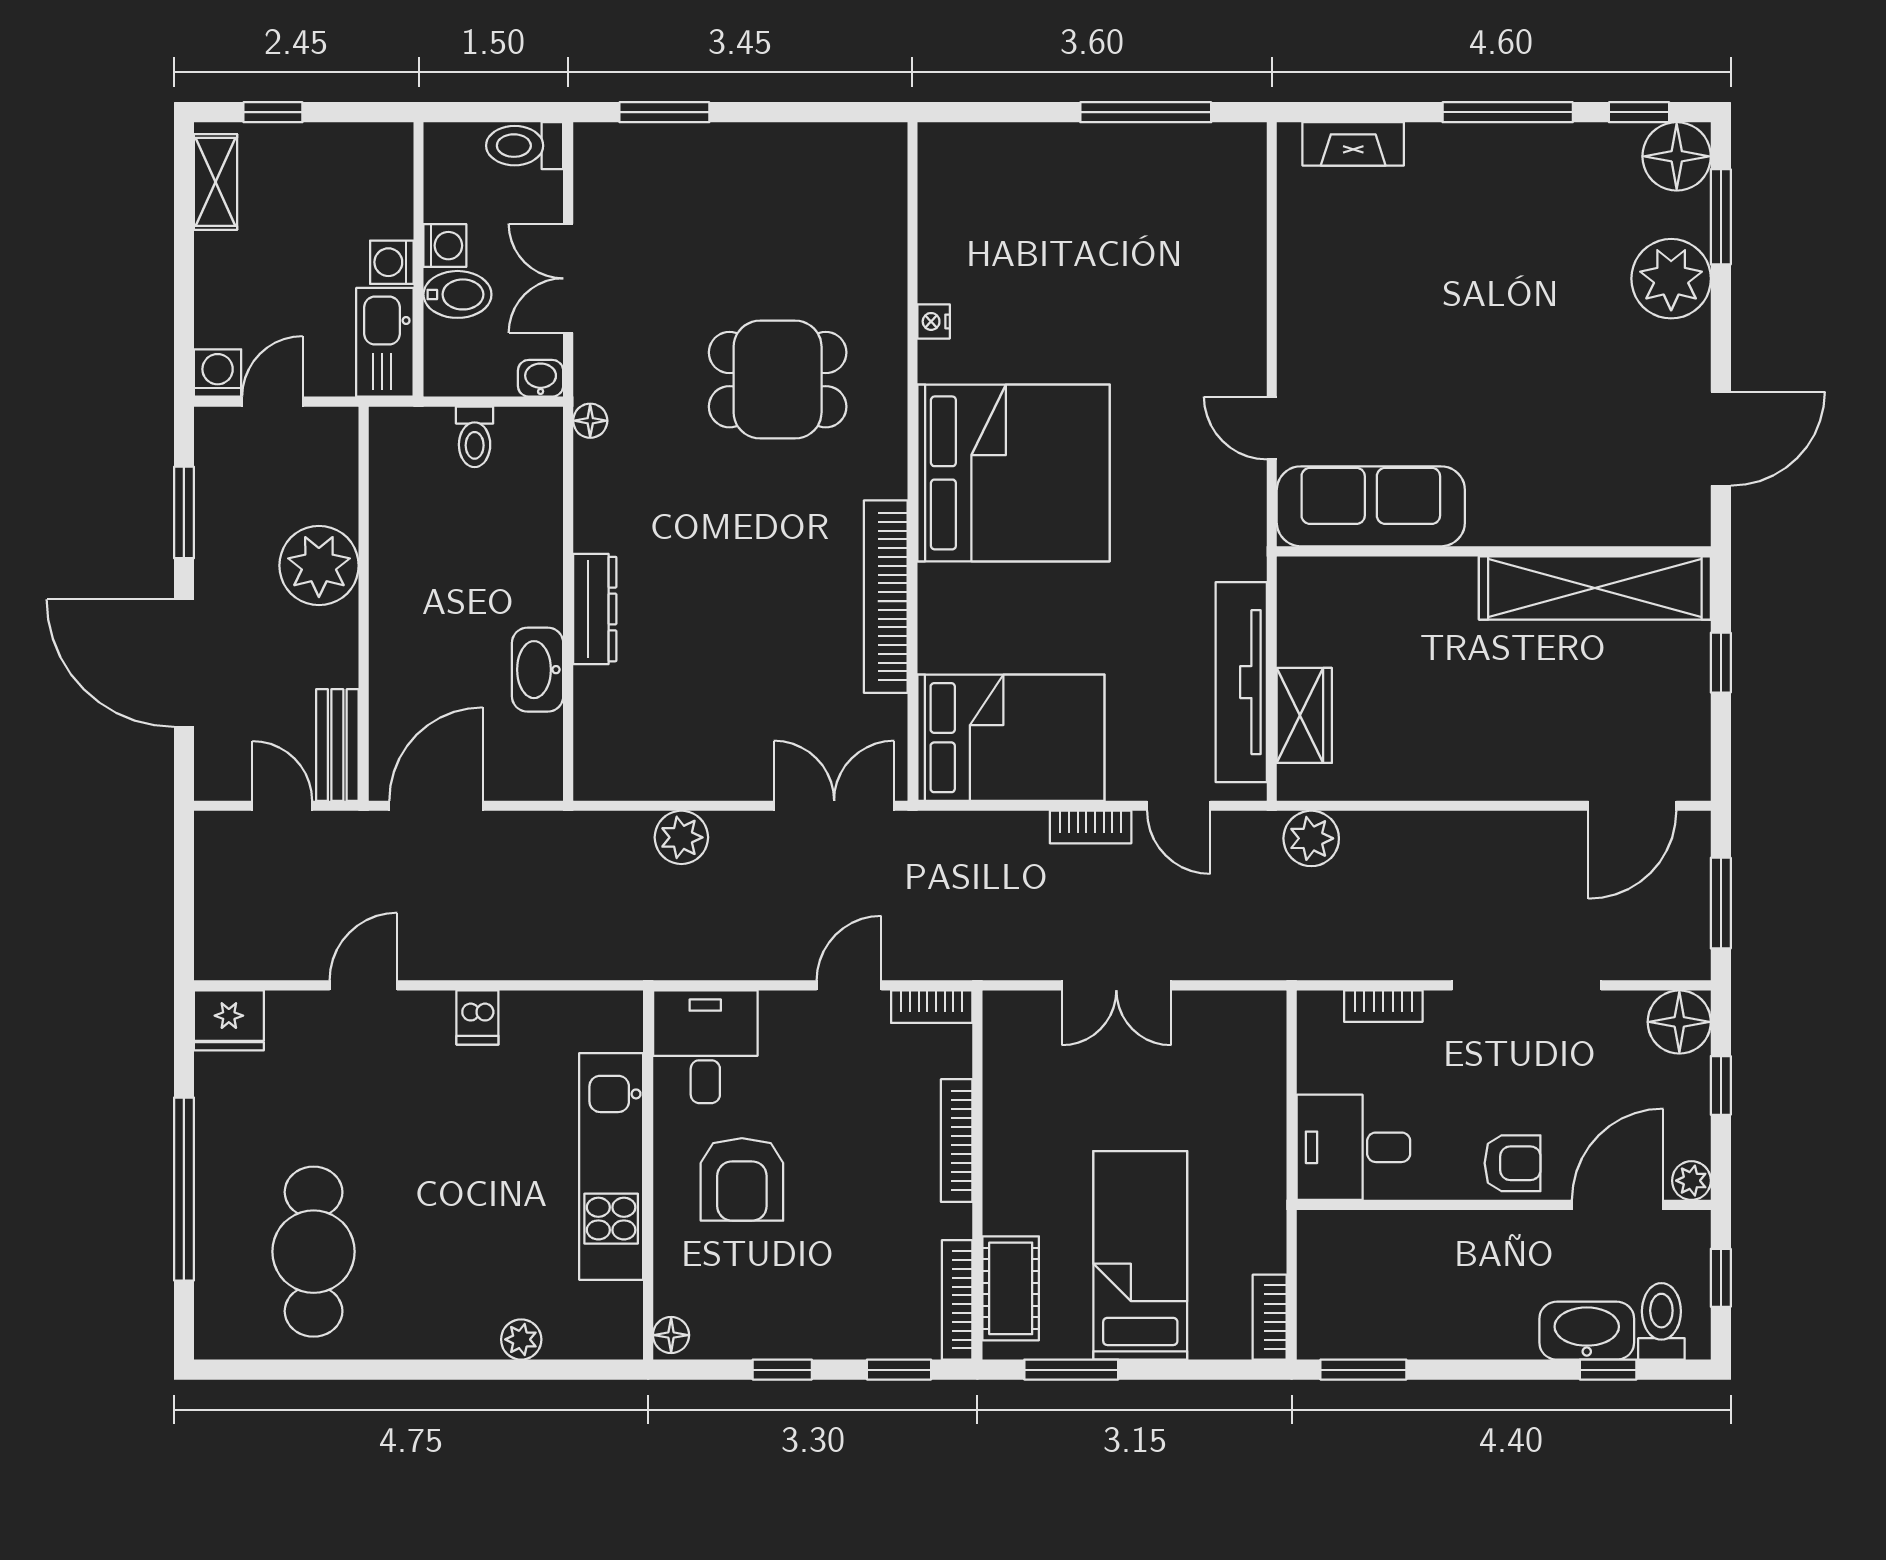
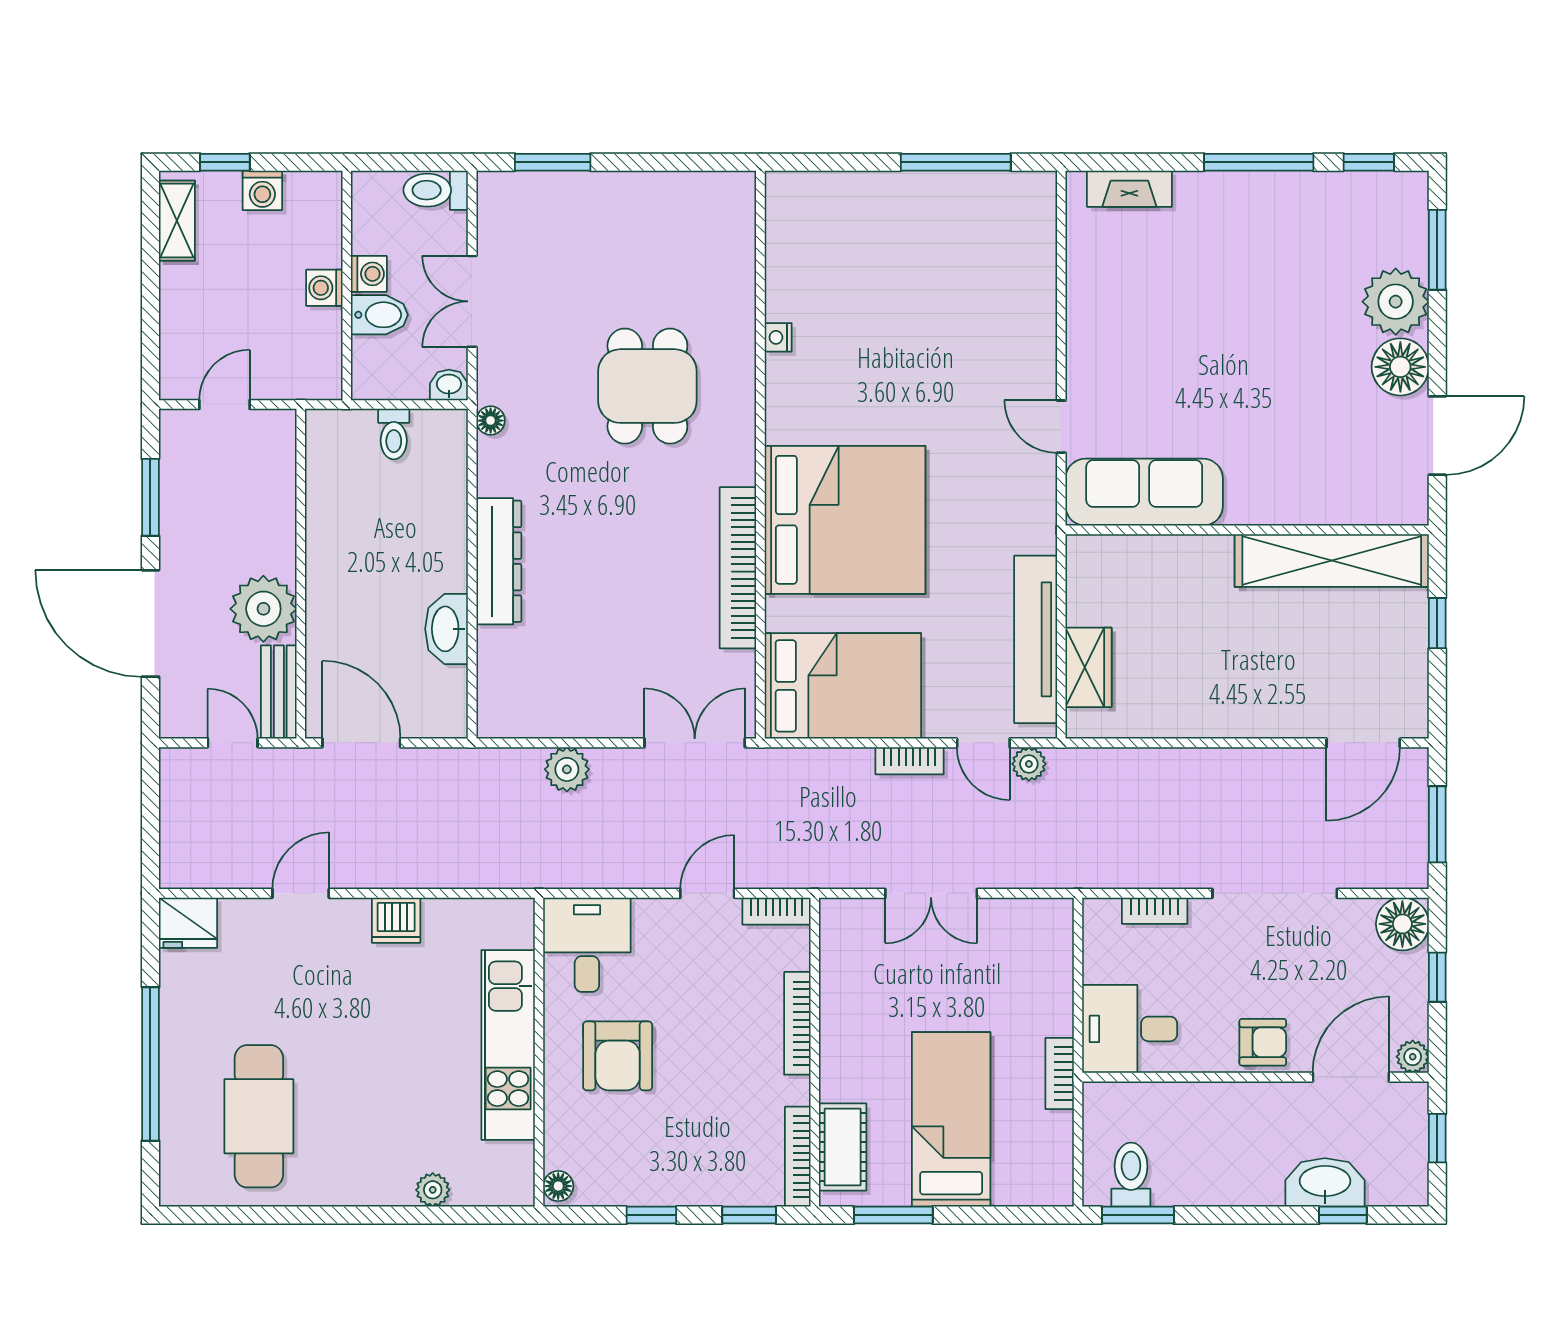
floor lamp: (1677, 156) -> (1400, 367), moved
kitchen sink: (385, 342) -> (319, 355), removed
washing machine: (218, 373) -> (262, 190), moved, turned 180
dining table: (778, 380) -> (647, 386), turned 90
bed: (1014, 473) -> (845, 520), moved
plant: (319, 566) -> (263, 609), moved
dresser: (595, 609) -> (499, 561), width x1.37, depth x1.24
door: (436, 806) -> (361, 743), hinge flipped
plant: (1311, 838) -> (1029, 764), moved, width x0.73, depth x0.73
dishwasher: (477, 1017) -> (396, 920), width x1.38
bookcase: (1270, 1317) -> (1060, 1073), moved
toilet: (1661, 1321) -> (1131, 1175), moved

